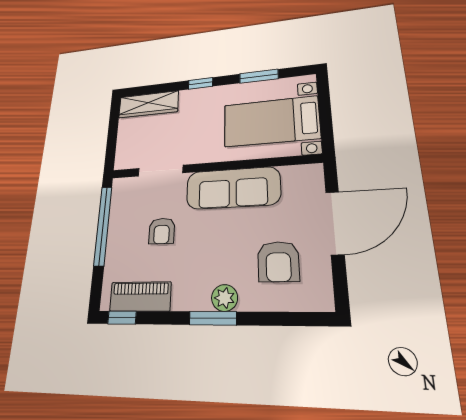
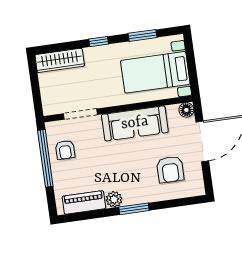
floor lamp: (312, 174) -> (186, 110), added
armchair: (162, 231) -> (65, 150), moved
plant: (225, 298) -> (114, 199), moved
window: (122, 318) -> (74, 217), removed

